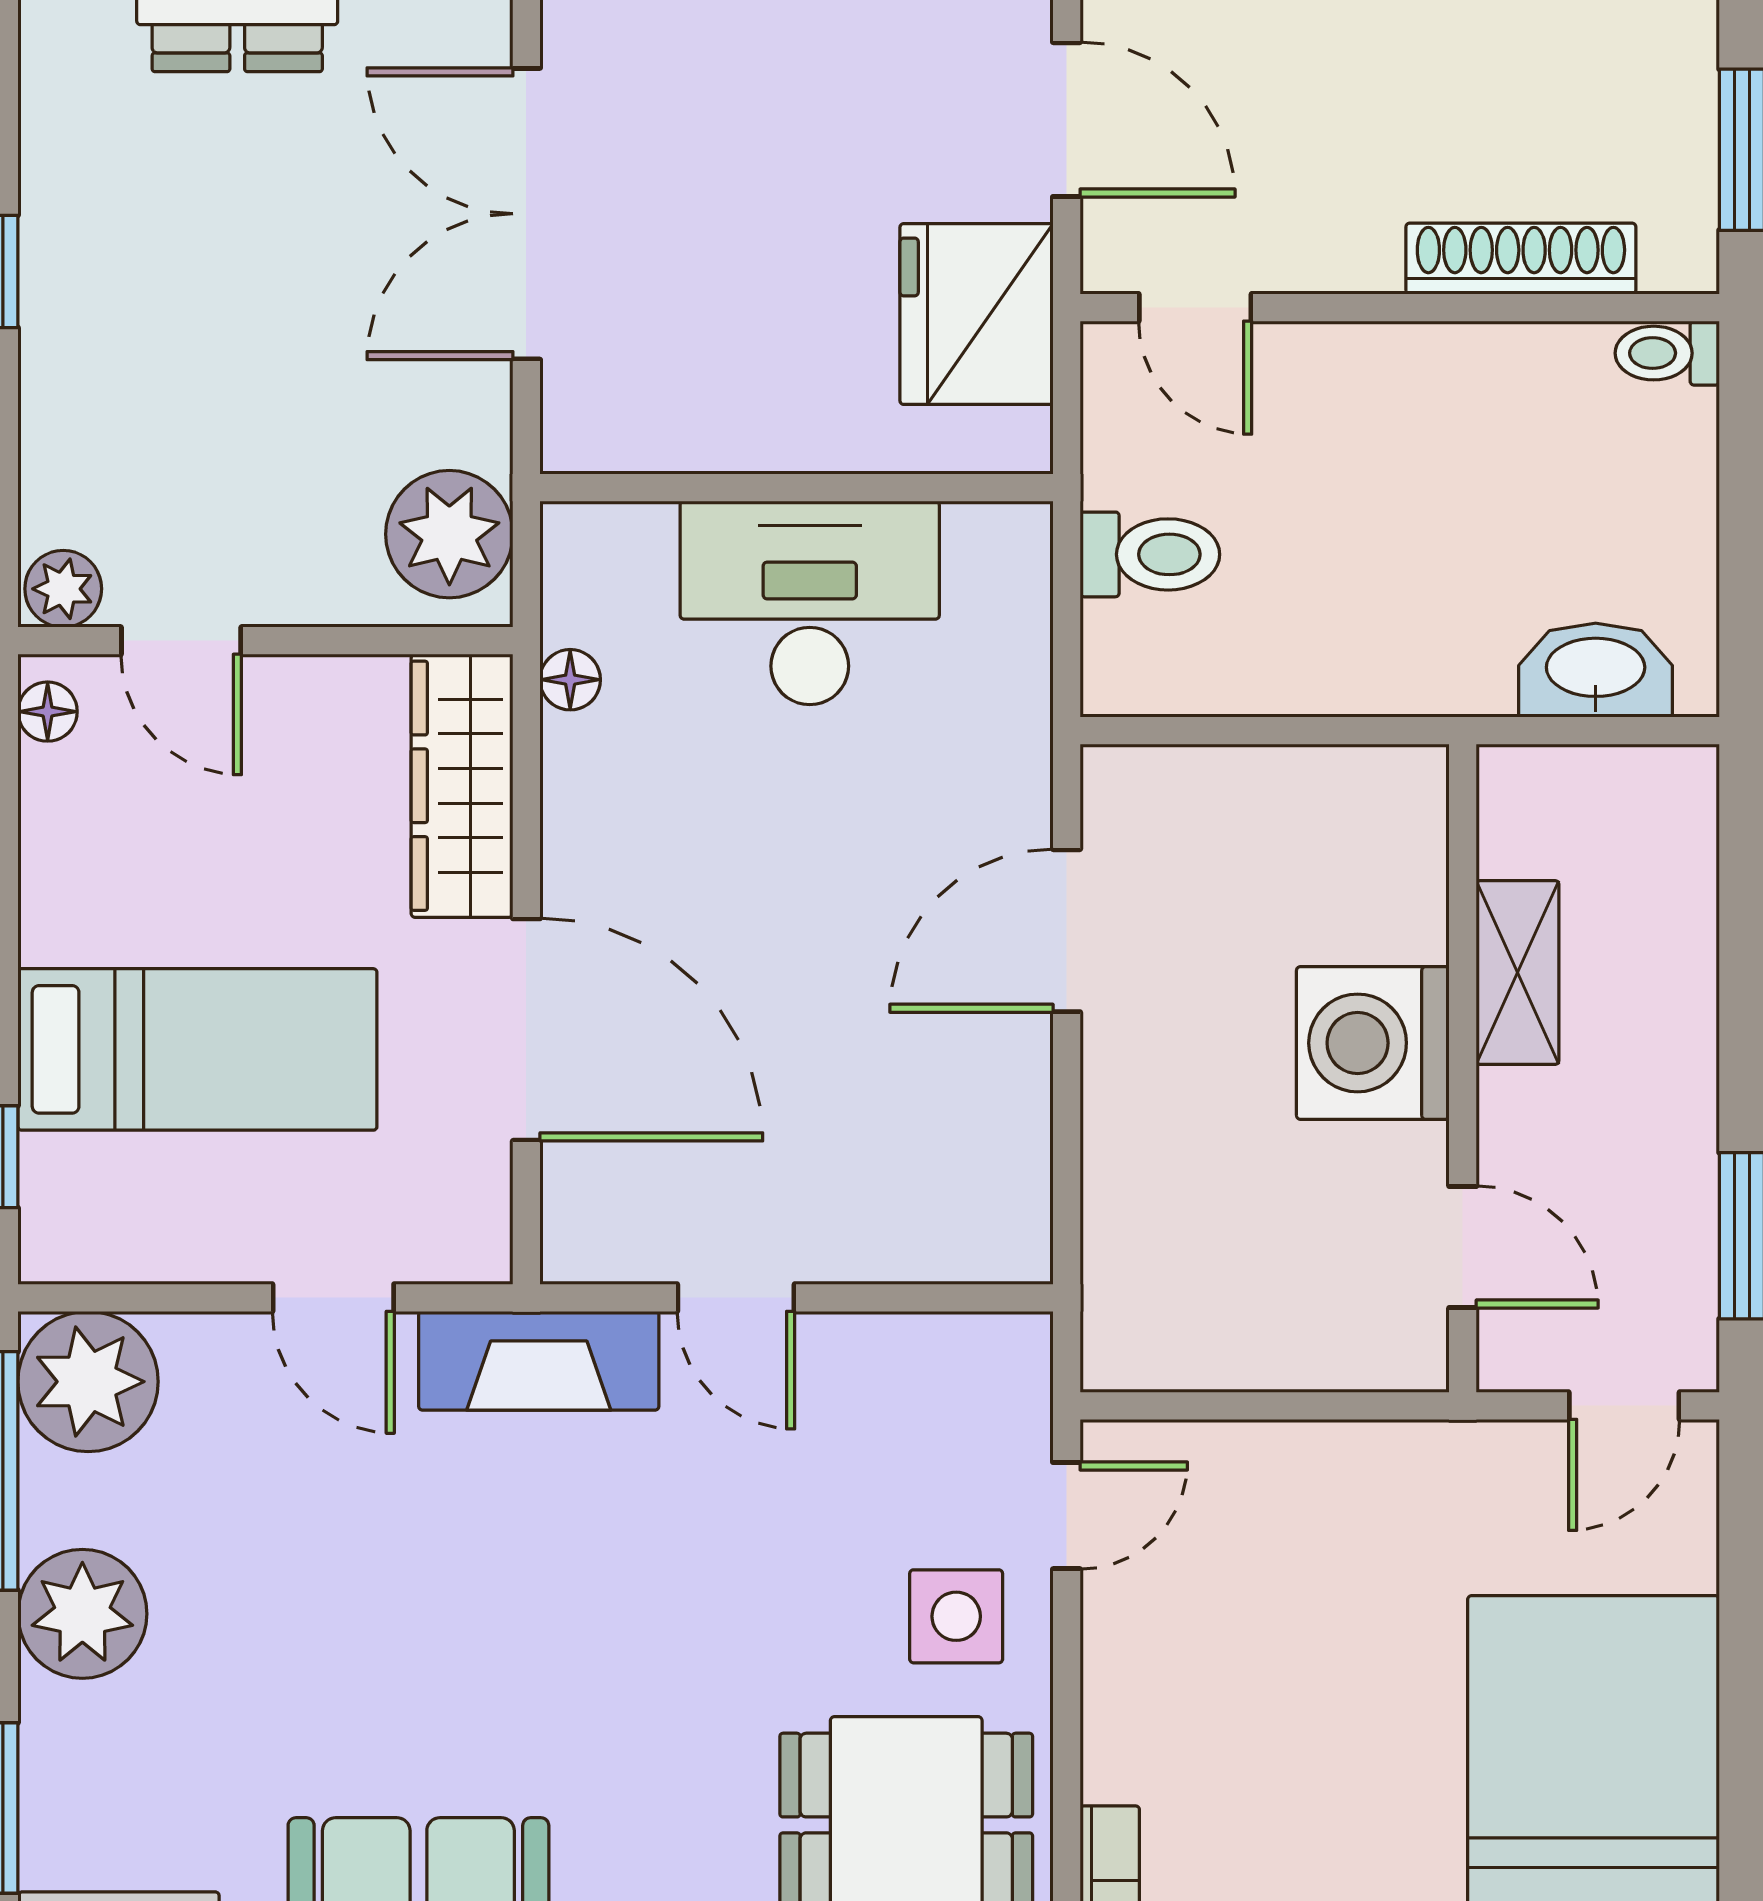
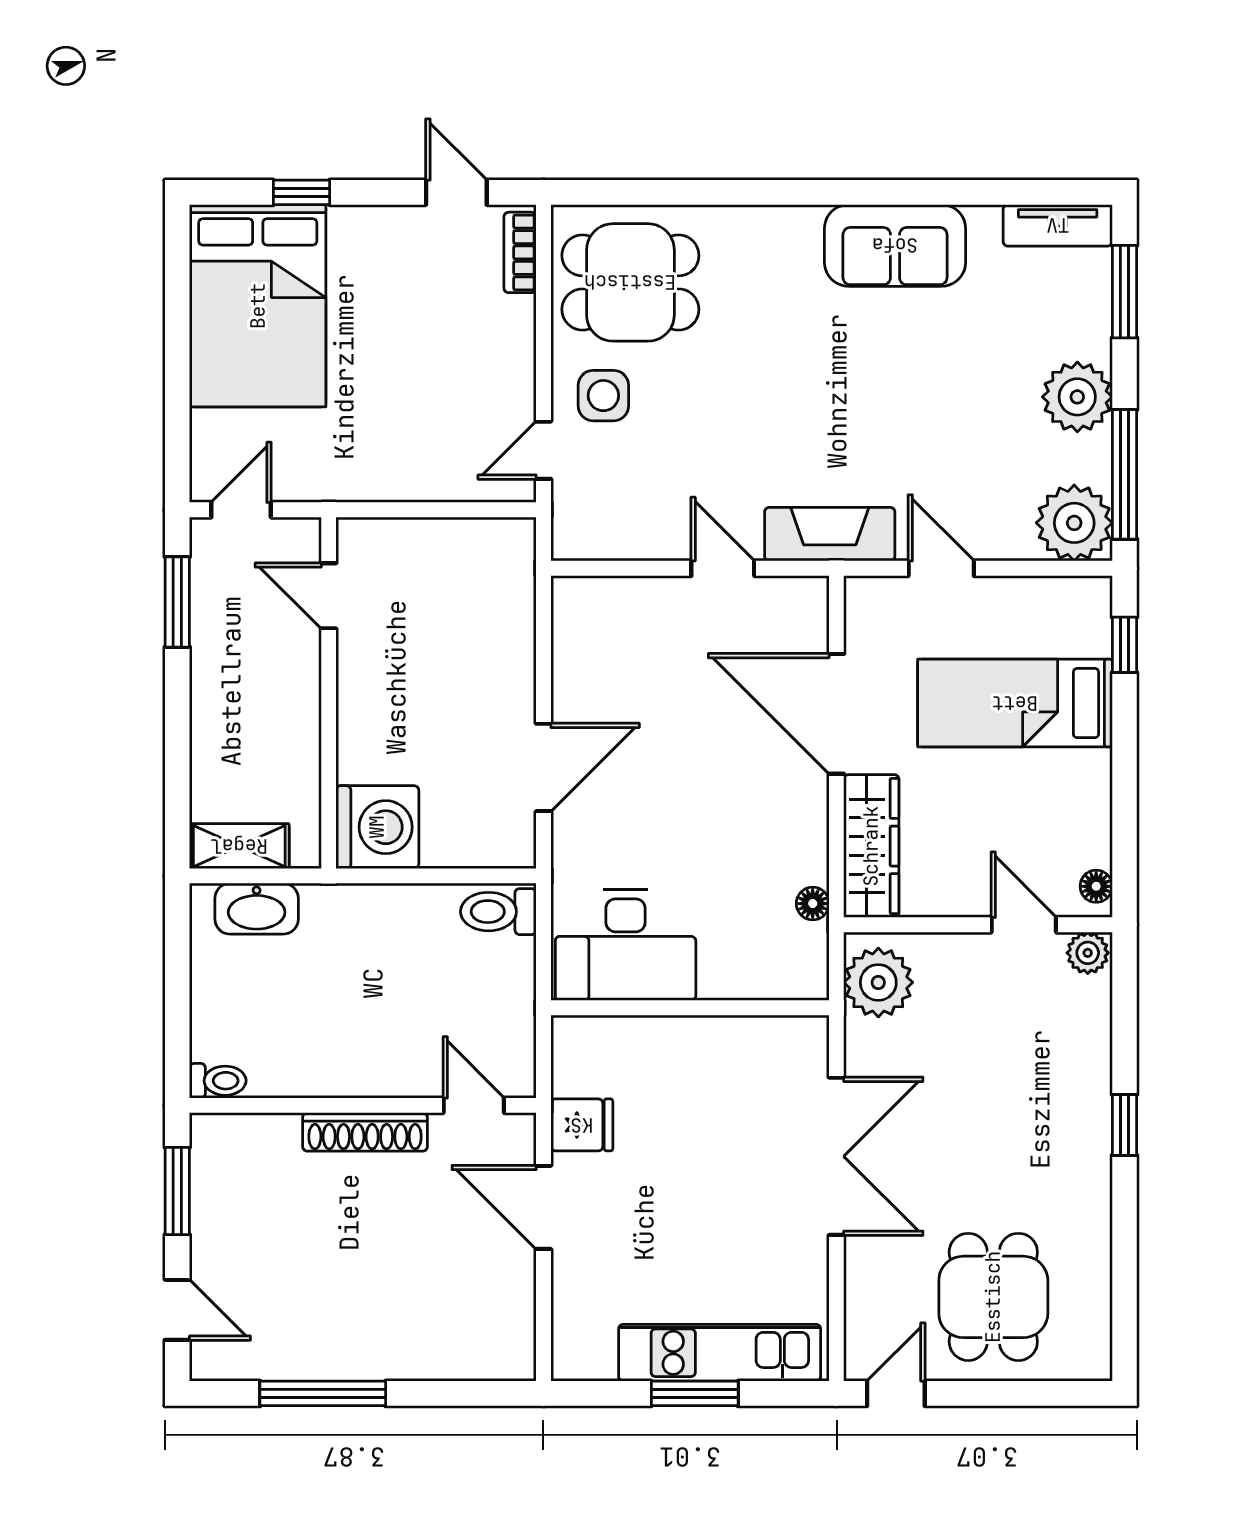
shoe rack: (1521, 259) -> (365, 1132), moved
fridge: (976, 314) -> (582, 1125), width x0.53, depth x0.75
toilet: (1150, 554) -> (498, 912), moved
desk: (810, 603) -> (626, 945), moved
shelving: (1518, 973) -> (239, 846), moved, turned 90
washing machine: (1373, 1043) -> (377, 827), moved

